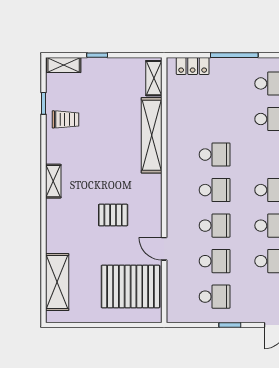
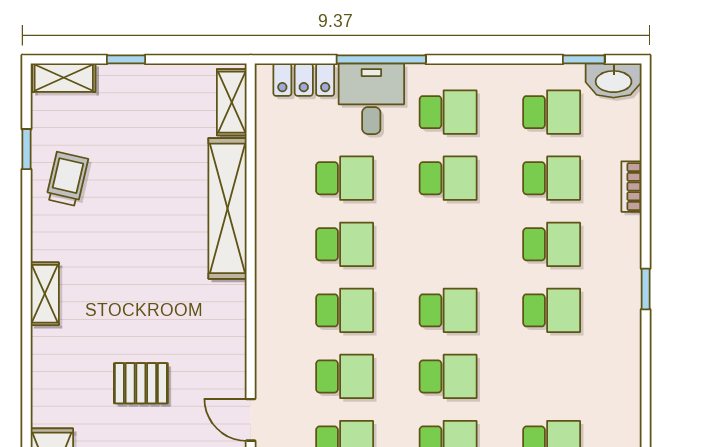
desk: (229, 76) -> (371, 99), added
trolley: (65, 119) -> (67, 179), turned -77
school desk: (215, 119) -> (345, 178), added
pallet: (113, 215) -> (141, 383), moved

